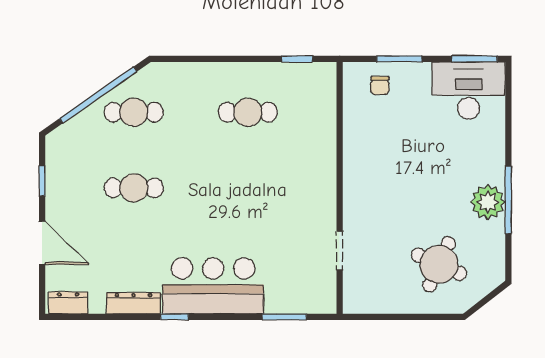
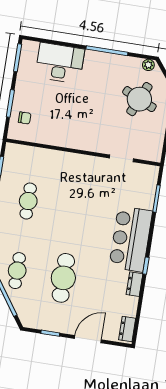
desk: (469, 91) -> (60, 63), moved, turned 90
cafe table: (134, 188) -> (63, 278), width x1.37, depth x1.35
plant: (488, 202) -> (148, 65), moved, width x0.53, depth x0.53
dresser: (133, 303) -> (134, 284), width x0.70

